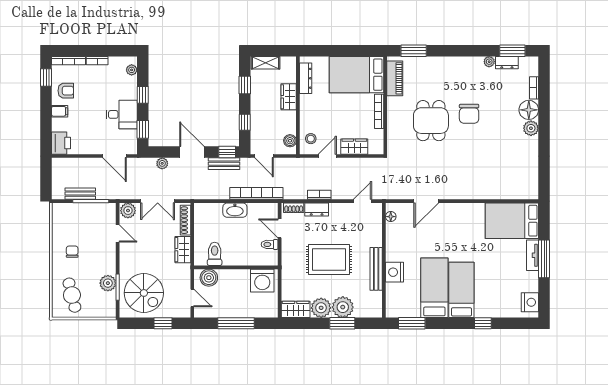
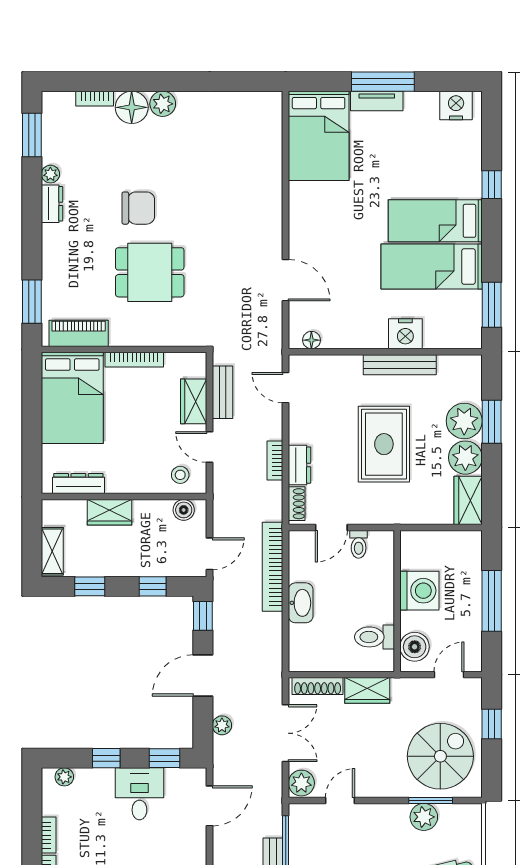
dresser: (507, 63) -> (52, 204), moved
bench: (224, 164) -> (222, 392), moved
washing machine: (262, 281) -> (419, 591), moved

